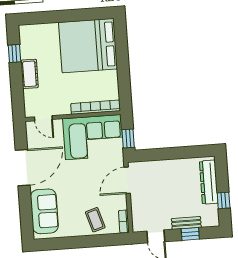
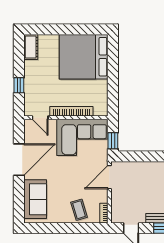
window: (14, 54) -> (19, 85), moved
cot: (29, 74) -> (31, 47), moved
bookcase: (96, 107) -> (71, 111), moved

